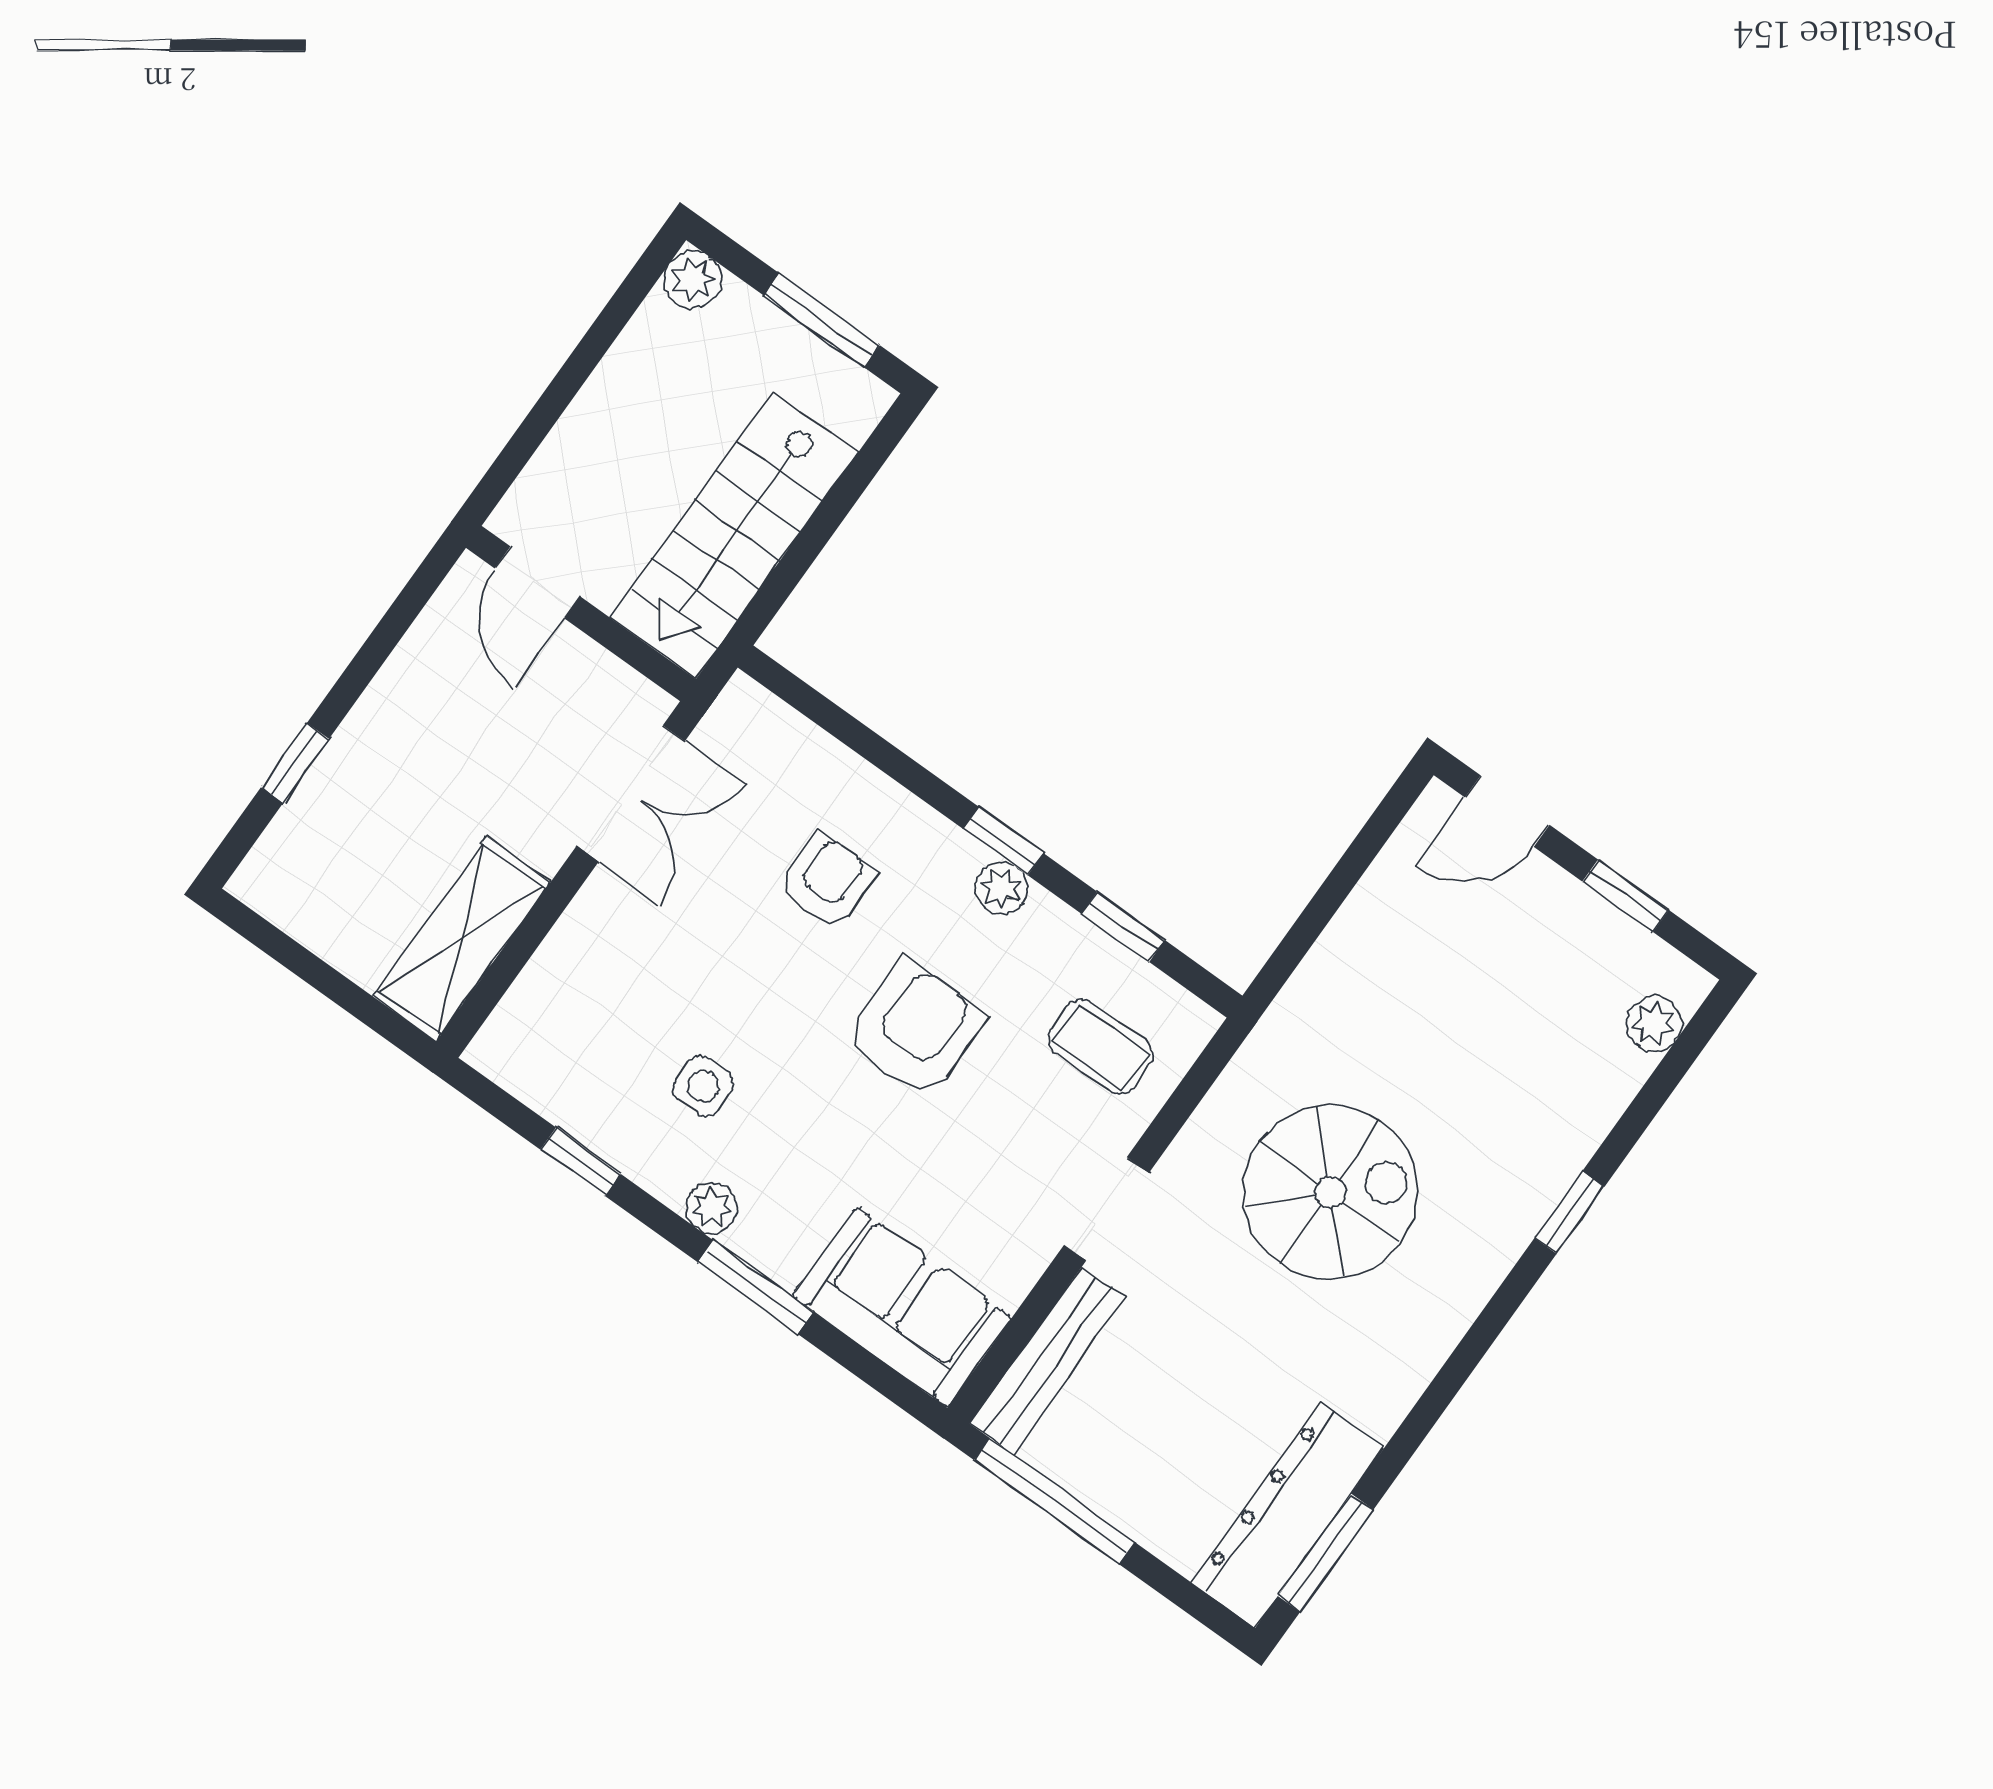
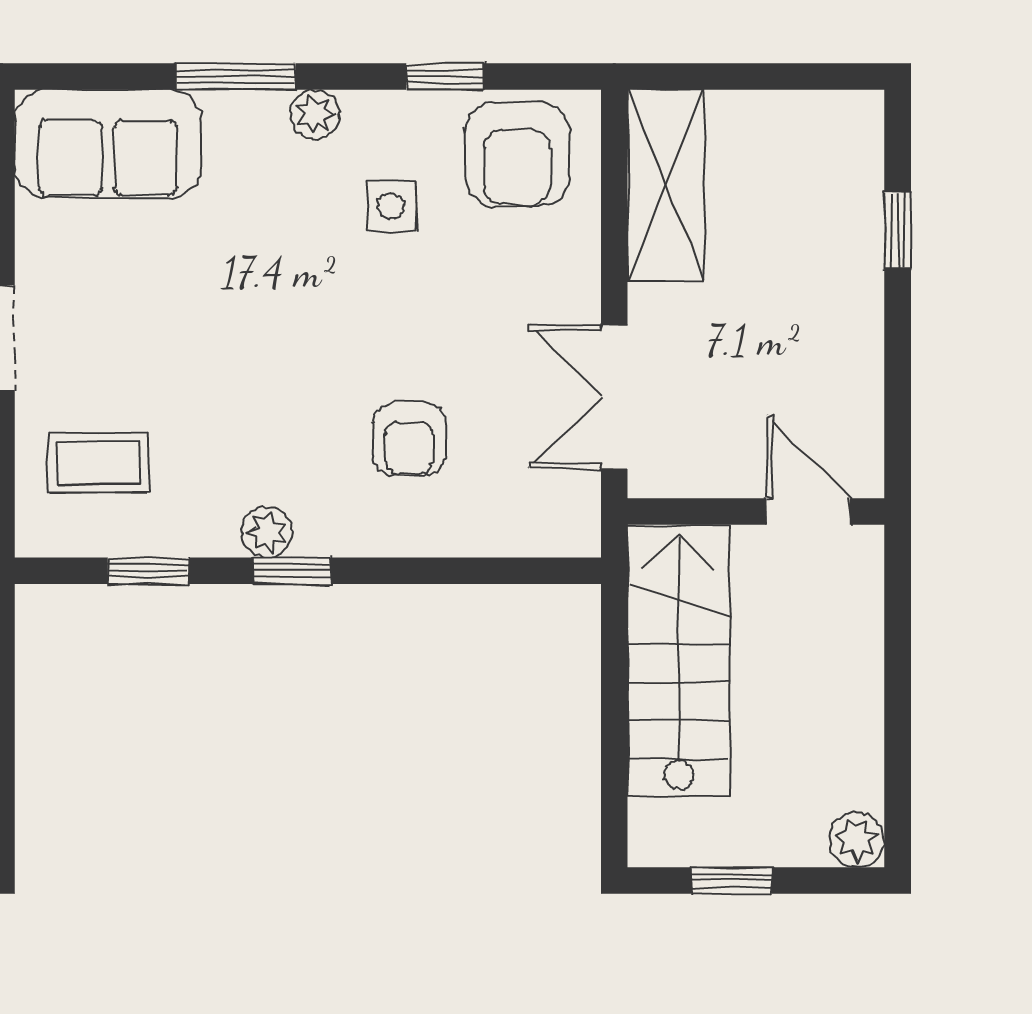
window: (822, 320) -> (732, 880), width x0.67
armchair: (915, 1029) -> (517, 154), moved

